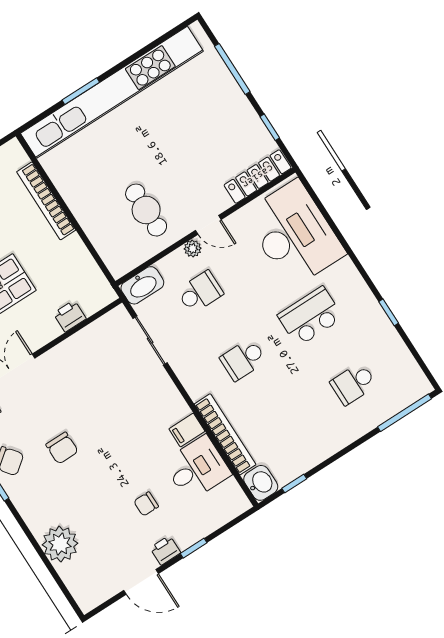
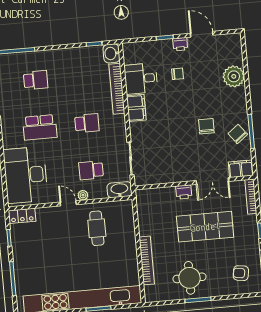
locker: (258, 177) -> (22, 216), width x0.66
printer: (70, 316) -> (184, 192), moved
filing cabinet: (187, 430) -> (136, 108), width x2.00

